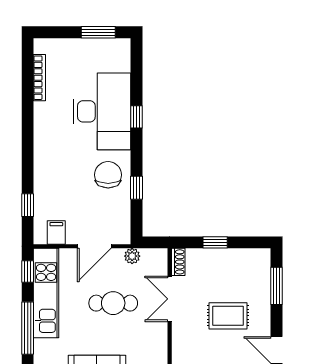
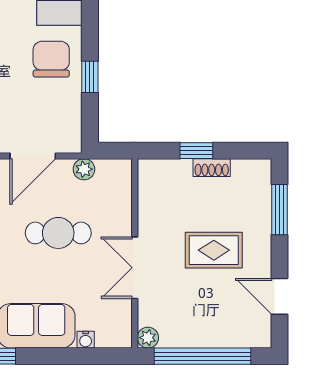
shoe rack: (178, 262) -> (212, 168), moved, turned 90
double door: (170, 299) -> (135, 268), moved

